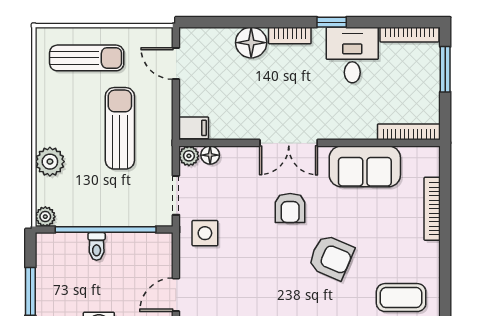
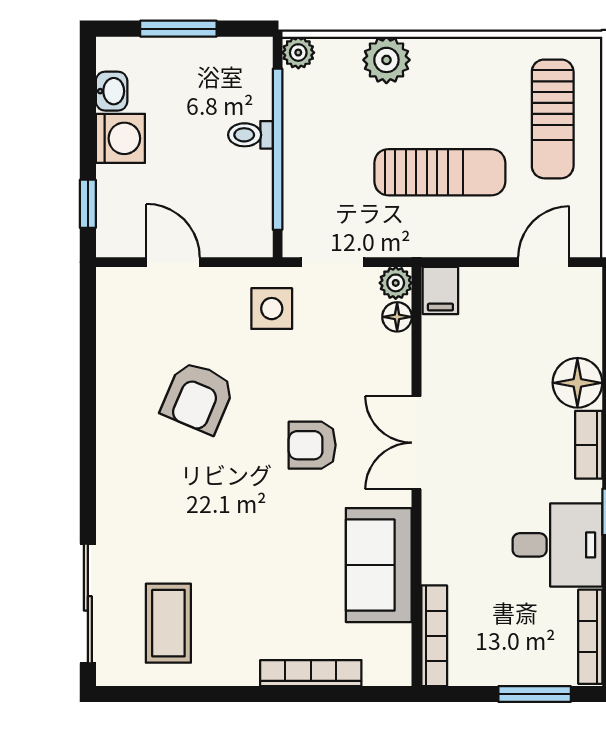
armchair: (331, 257) -> (198, 397), moved

